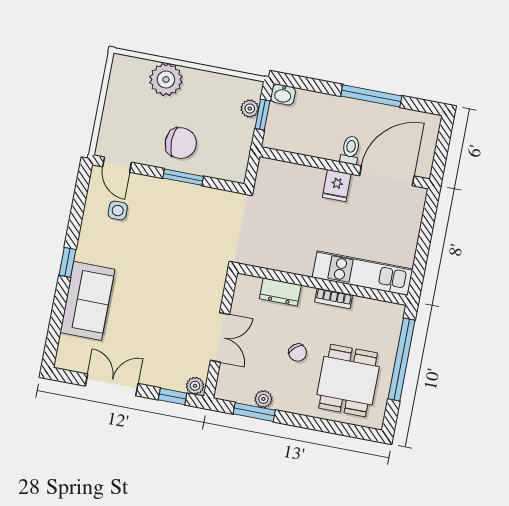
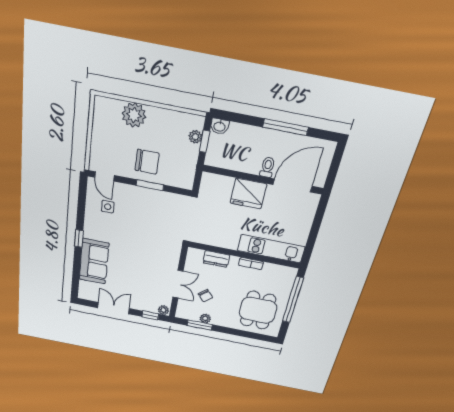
fridge: (337, 186) -> (248, 194), width x1.88, depth x1.34
chair: (298, 353) -> (205, 296), moved

